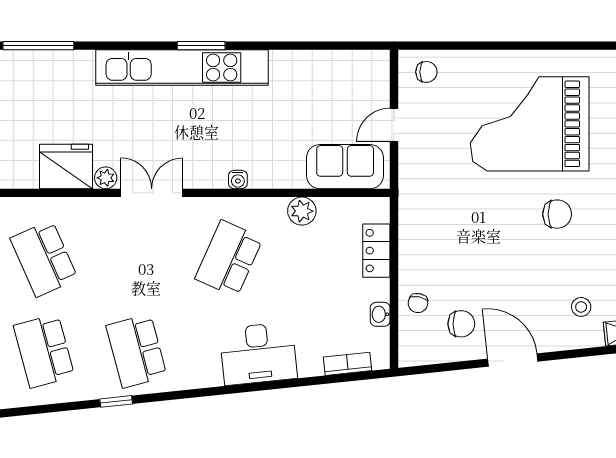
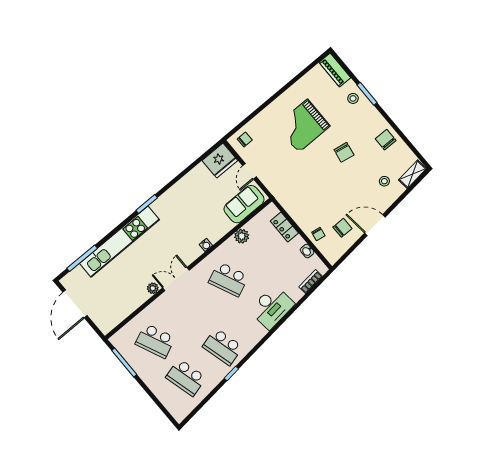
kitchen unit: (182, 68) -> (120, 242), moved
grand piano: (530, 124) -> (303, 126), width x0.73, depth x0.68
fridge: (66, 166) -> (220, 161), moved, turned 180
chair: (557, 214) -> (344, 152), turned 100
school desk: (229, 258) -> (228, 279), turned -48

